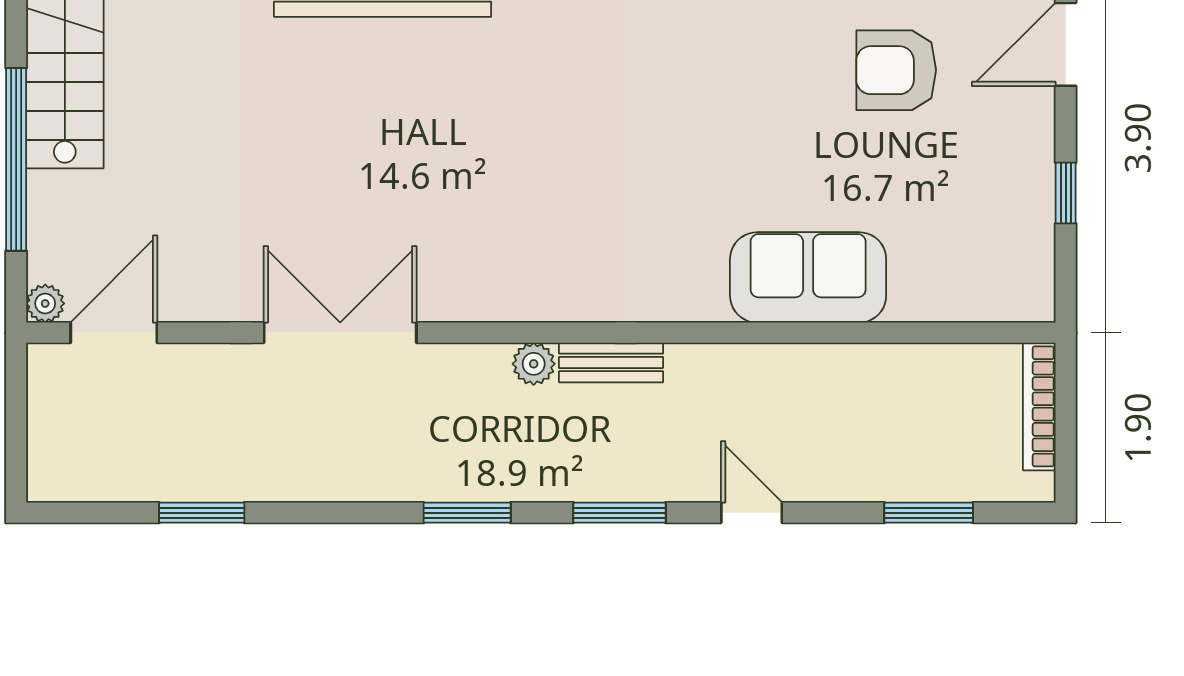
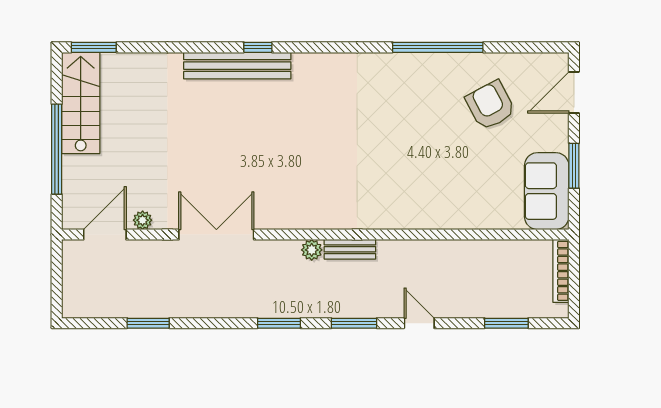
armchair: (896, 70) -> (490, 105), turned 62
window: (1066, 193) -> (574, 166), width x1.50
sofa: (808, 277) -> (547, 191), moved, turned -90
plant: (45, 303) -> (143, 220), moved

